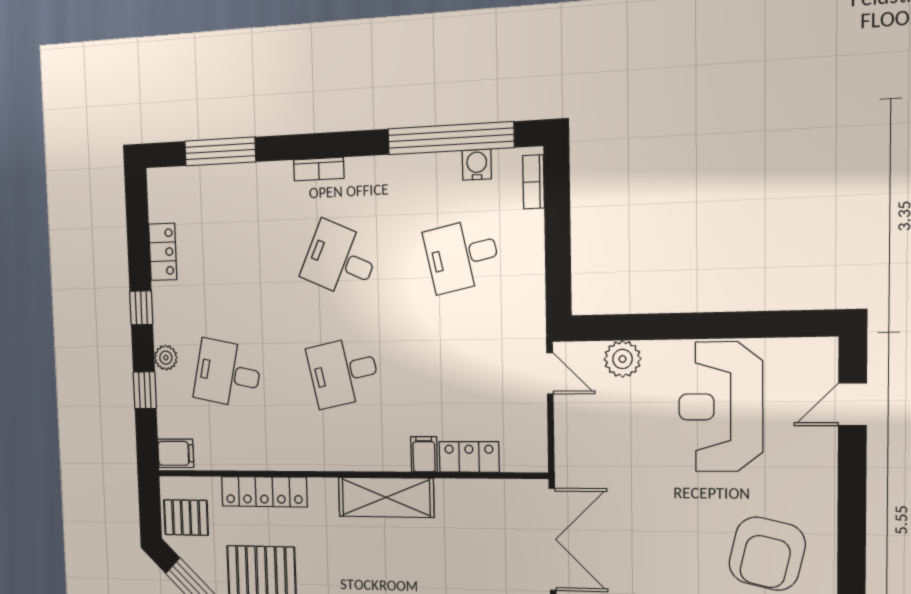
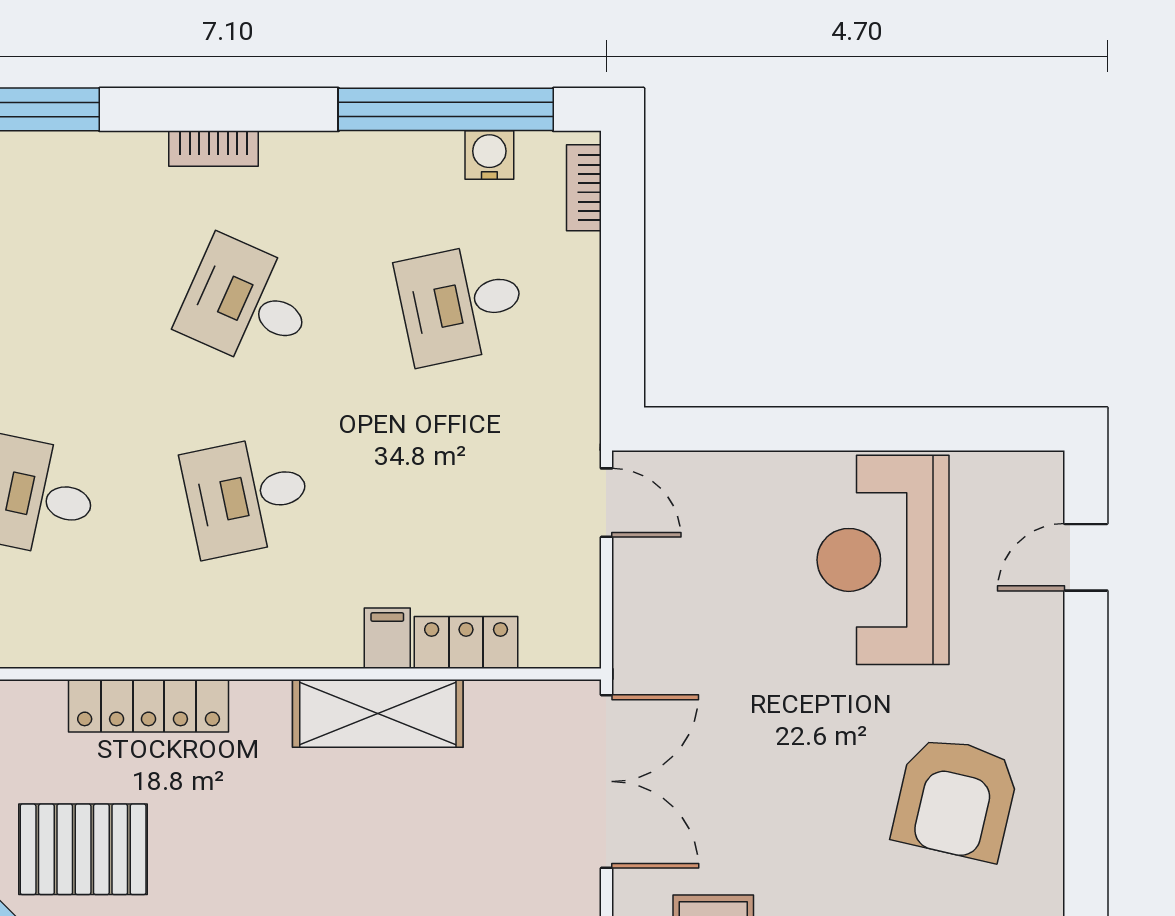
plant: (622, 359) -> (726, 481), removed
locker: (264, 492) -> (149, 706), moved
shelving: (386, 497) -> (378, 713), moved

